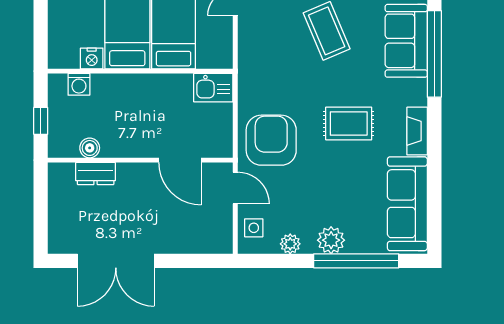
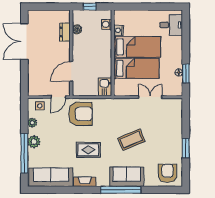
rug: (349, 123) -> (88, 150), turned 90

